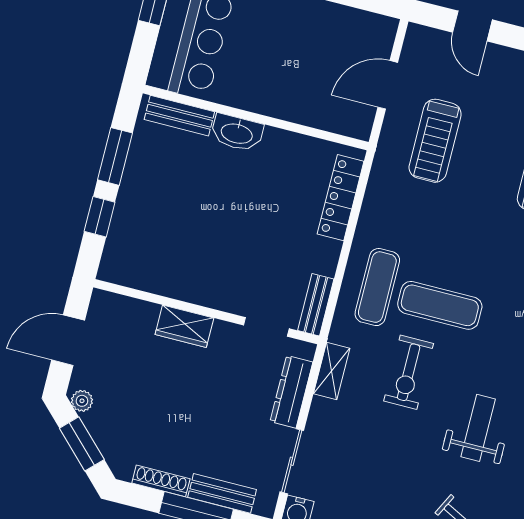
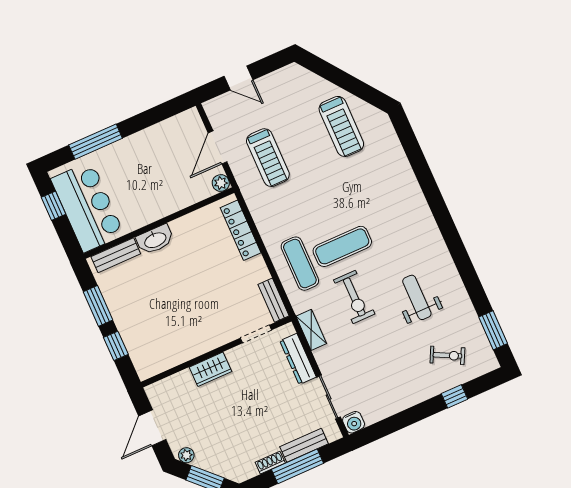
plant: (360, 128) -> (221, 183), added
shoe rack: (161, 481) -> (270, 463), width x0.70

